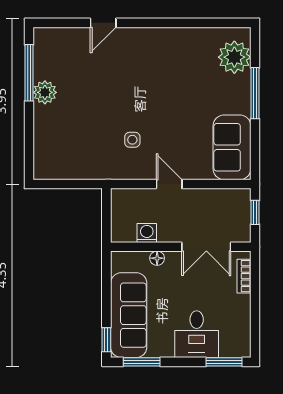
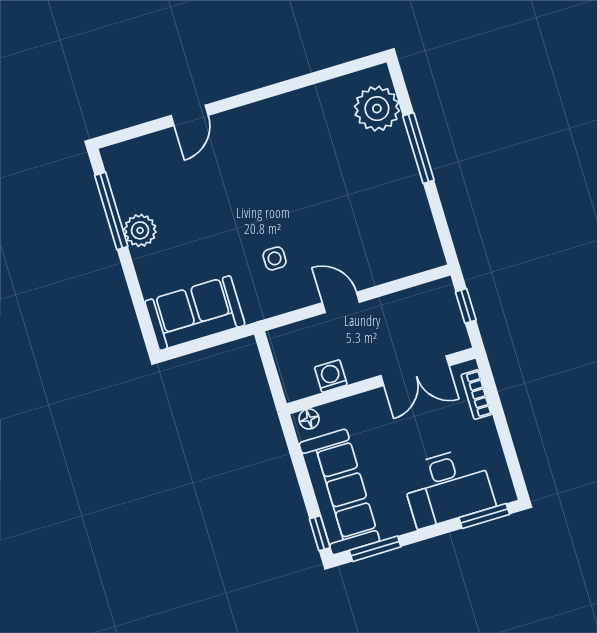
sofa: (232, 147) -> (195, 313), moved, turned 90
floor lamp: (157, 258) -> (309, 419), moved
desk: (197, 334) -> (448, 487), width x1.37

